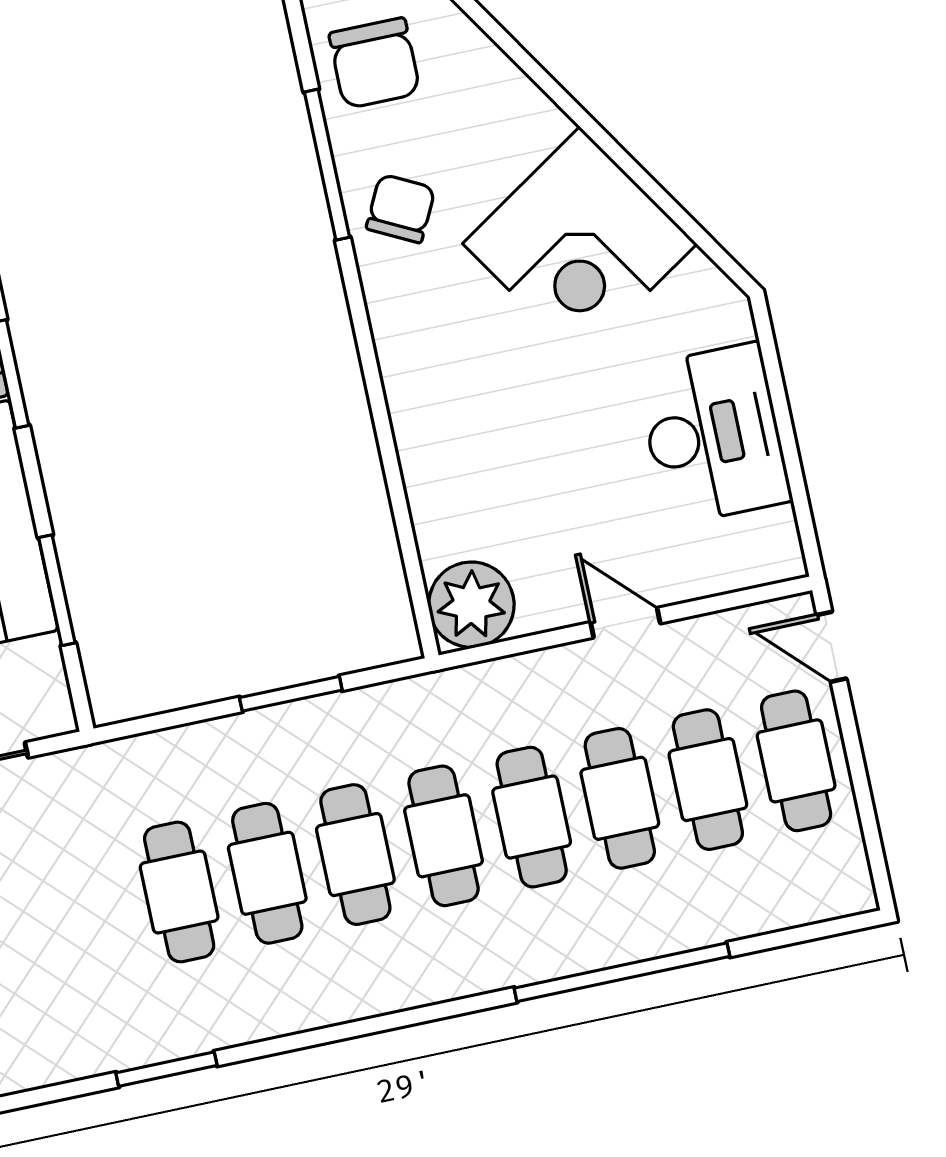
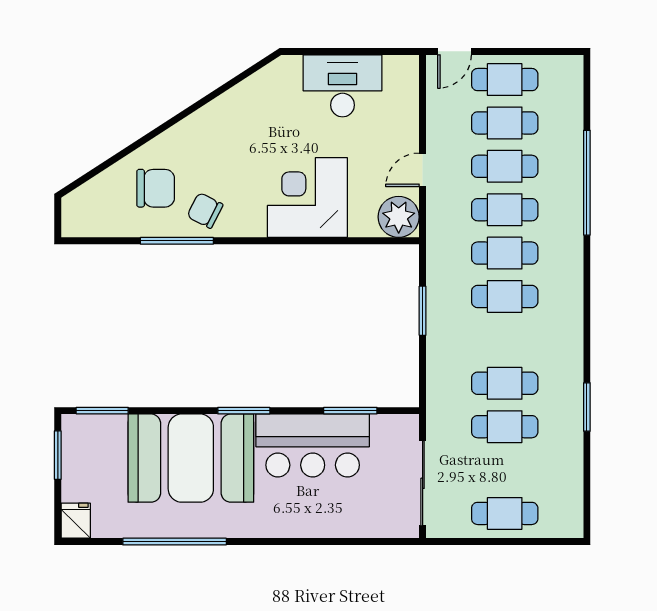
chair: (375, 63) -> (156, 188), moved
corner desk: (580, 244) -> (307, 198), moved, turned -147
door: (625, 623) -> (423, 170), moved
cafe table: (267, 873) -> (505, 427), moved

